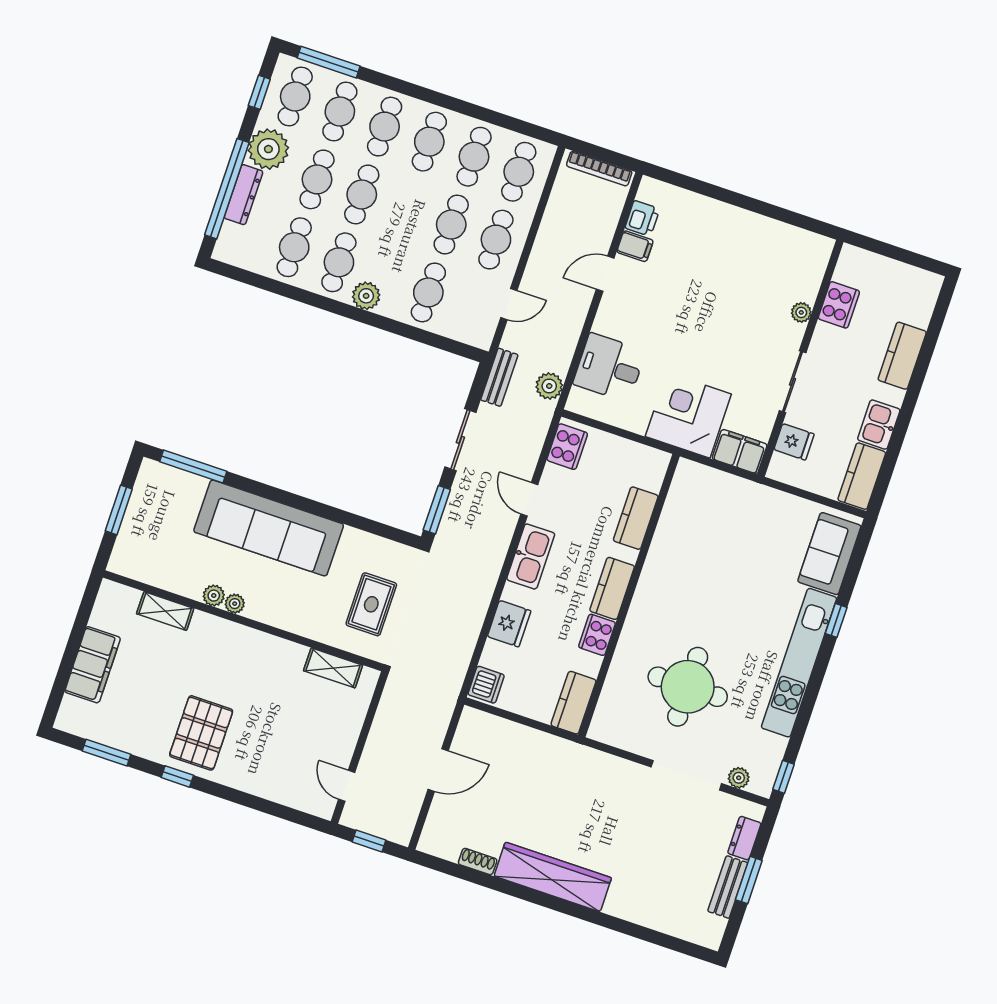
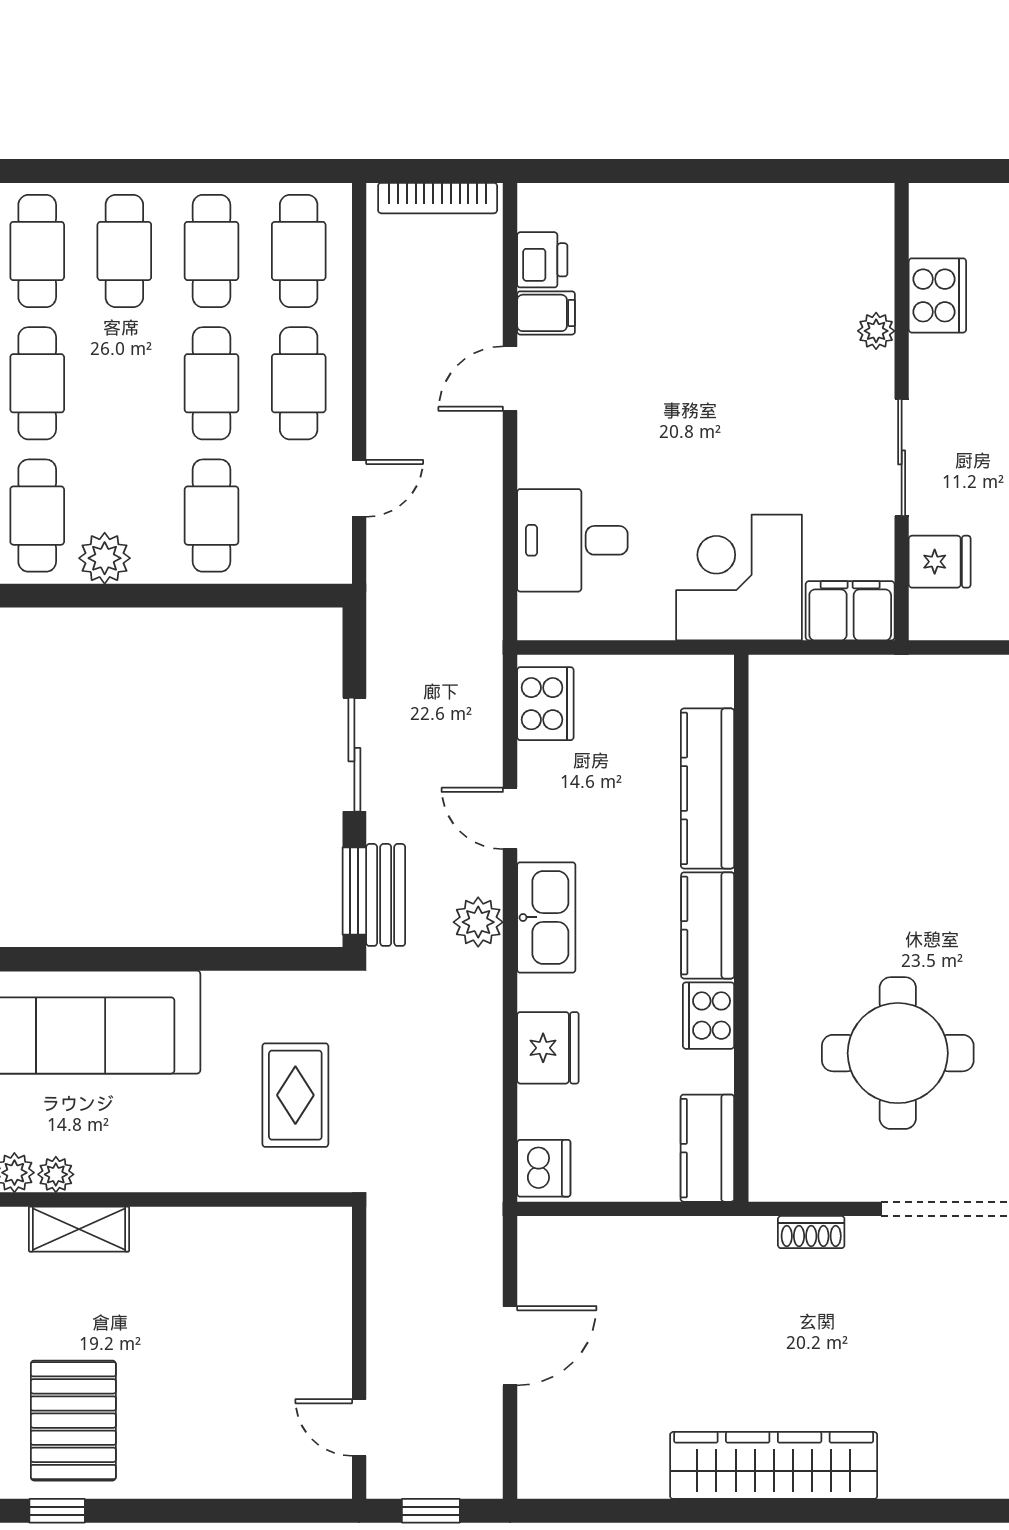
bench: (499, 377) -> (386, 895), moved
plant: (549, 386) -> (478, 922), moved
kitchen counter: (636, 518) -> (707, 788), width x1.50
shelving: (333, 668) -> (79, 1229), moved
shoe rack: (478, 862) -> (811, 1232), moved, turned 180

